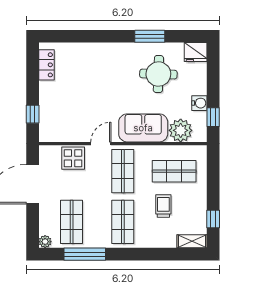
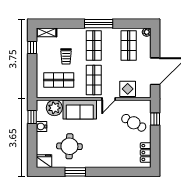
cafe table: (64, 108) -> (134, 123), added
window: (85, 254) -> (99, 24), moved

